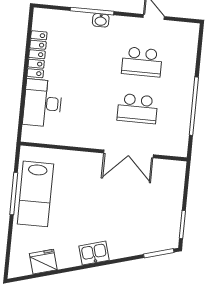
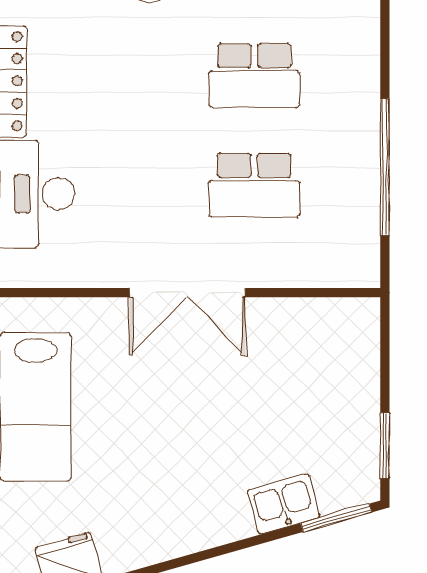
double door: (128, 154) -> (187, 293), moved
kitchen sink: (94, 253) -> (284, 504), moved

